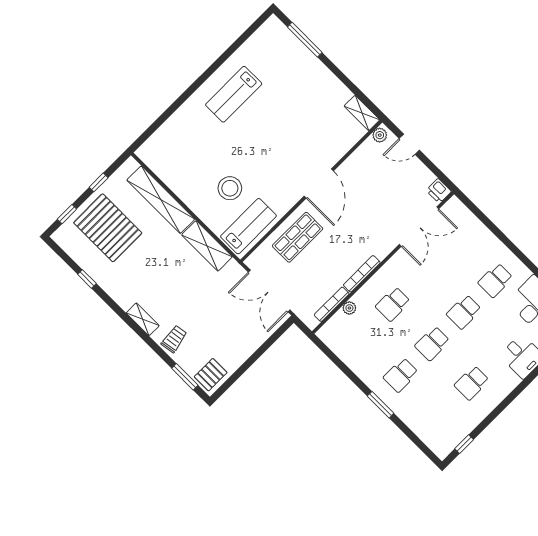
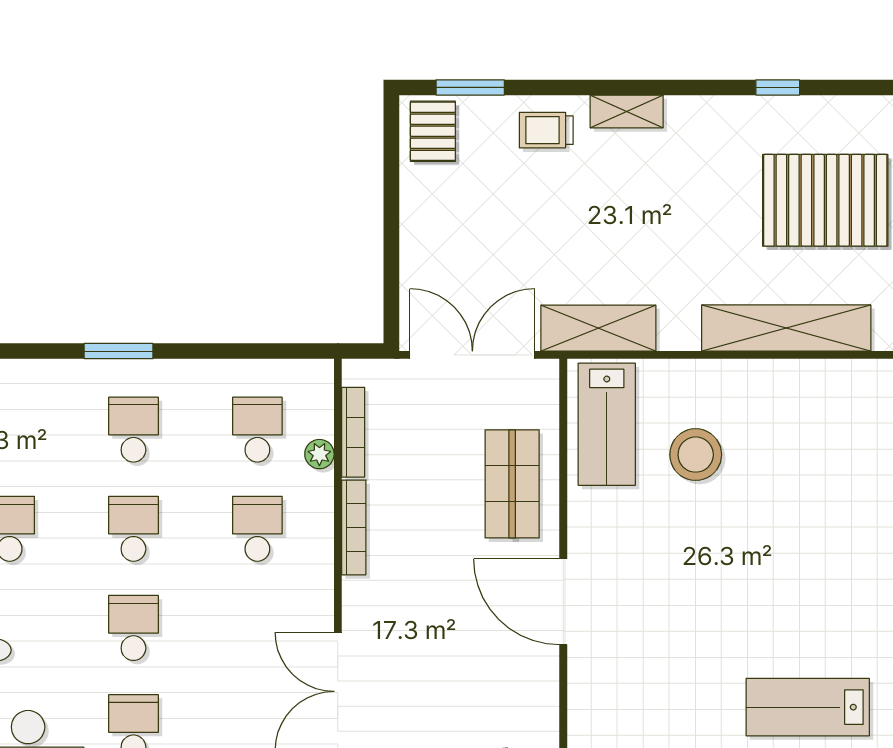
lab bench: (234, 94) -> (808, 707), moved, turned -90
shelving: (207, 246) -> (598, 328), moved
school desk: (361, 336) -> (257, 430), added
trolley: (174, 339) -> (546, 130), turned 99

